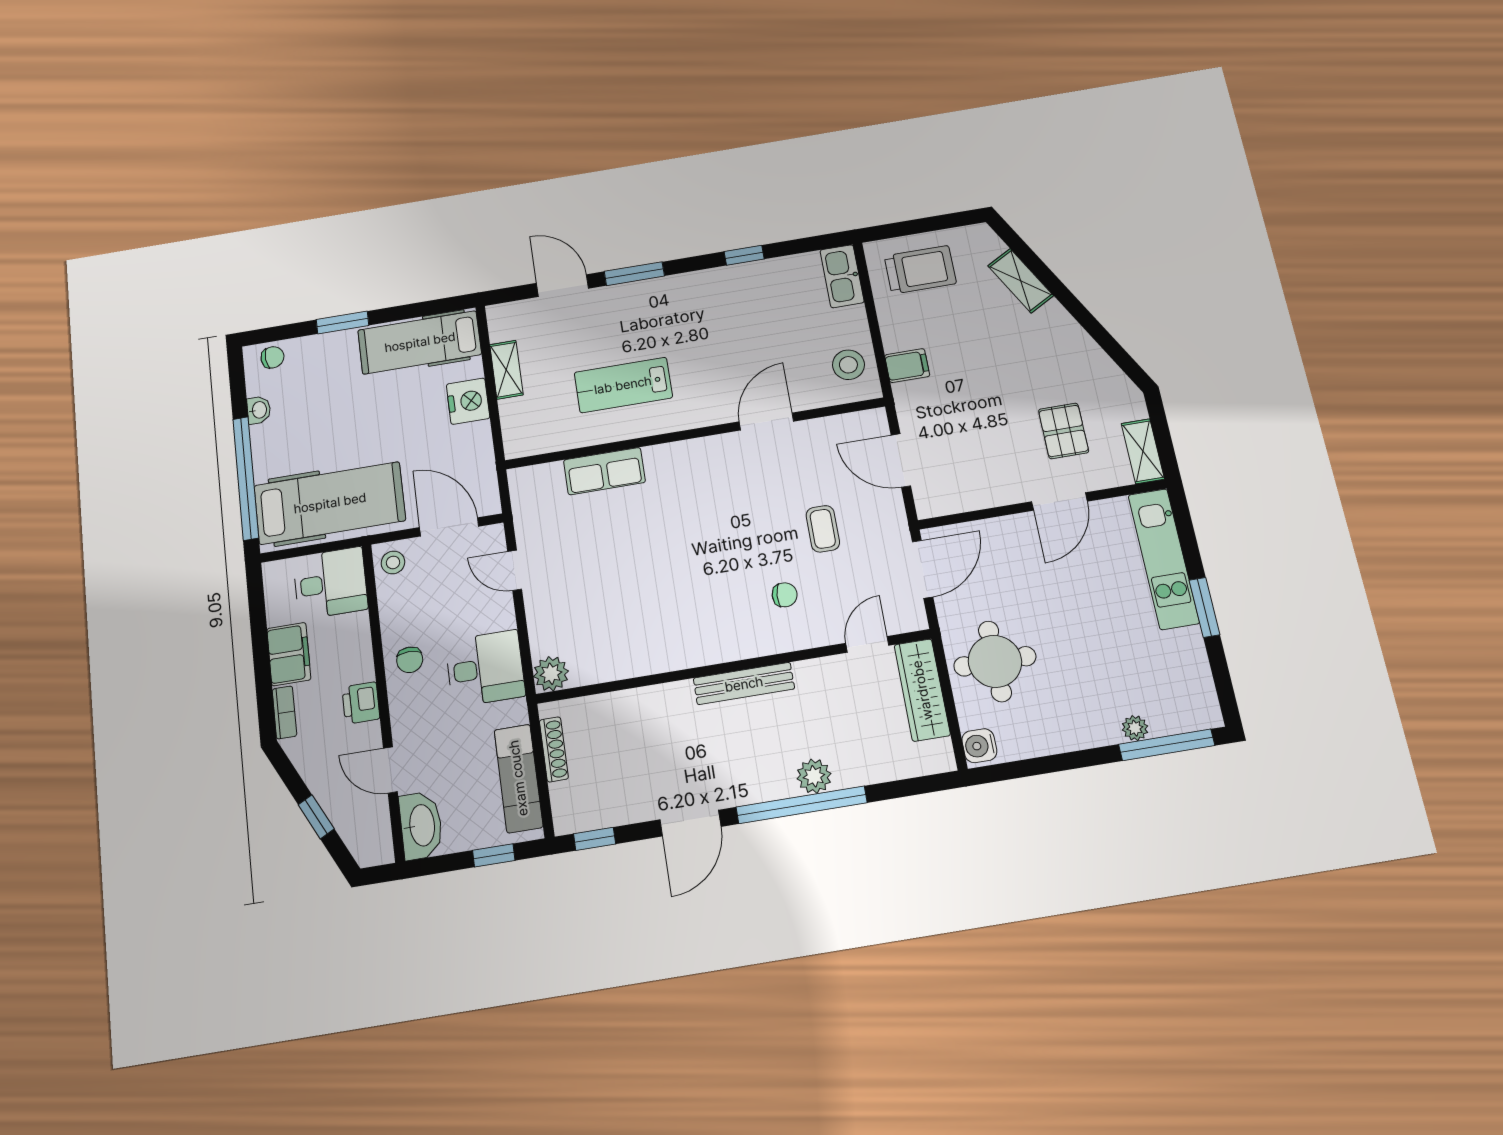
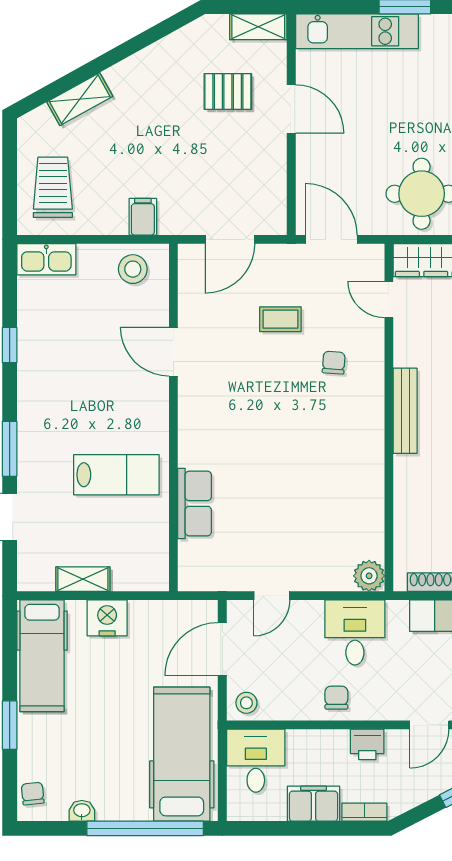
lab bench: (623, 385) -> (116, 475), turned -90
chair: (410, 660) -> (336, 698), turned -90

